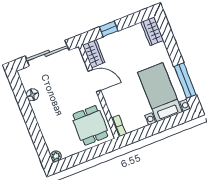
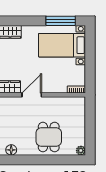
floor lamp: (32, 95) -> (11, 150), moved
dining table: (90, 125) -> (49, 137), moved, turned 90

